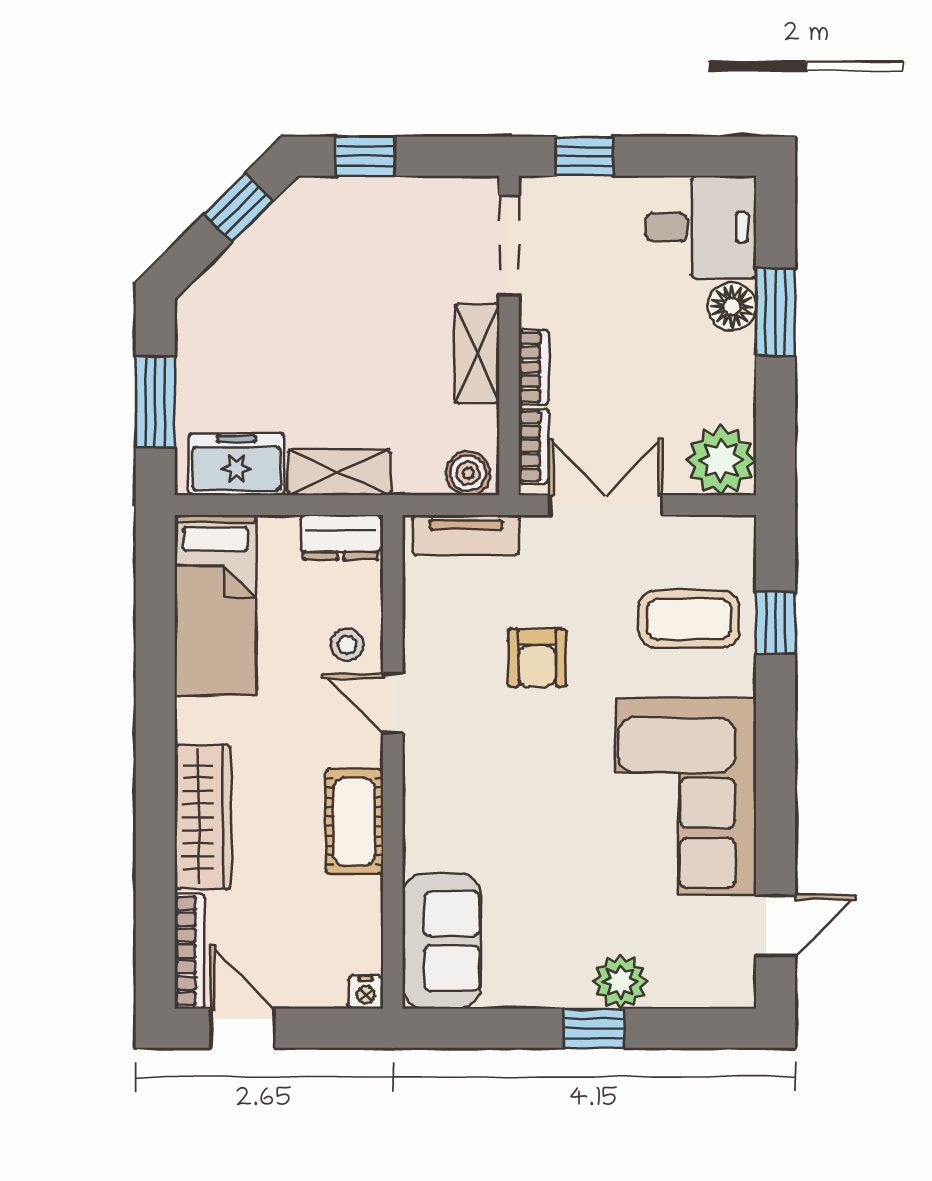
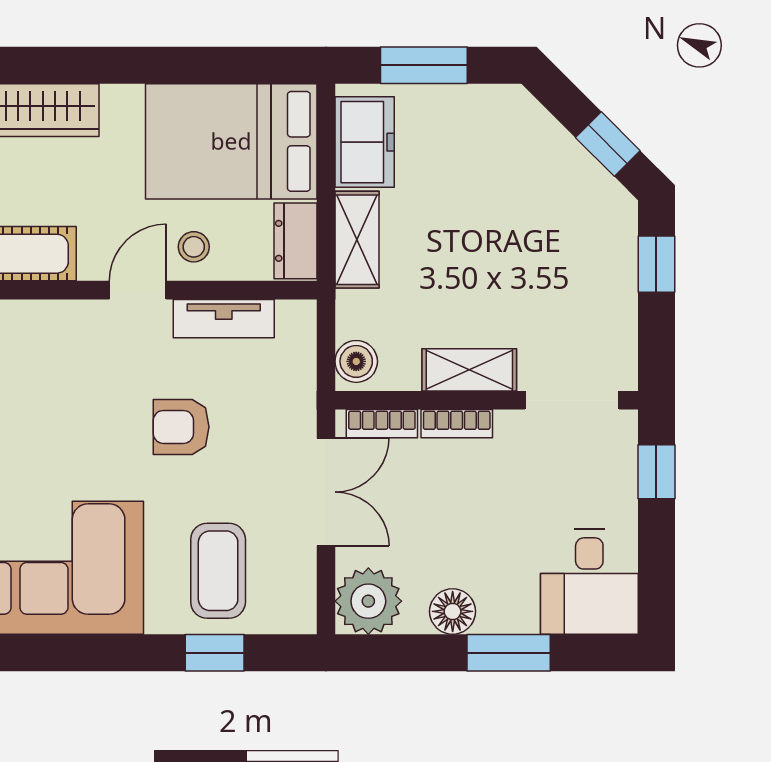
floor lamp: (732, 306) -> (453, 611), moved
tv unit: (466, 535) -> (224, 319), moved, turned -90
bed: (215, 605) -> (231, 141), width x1.50

